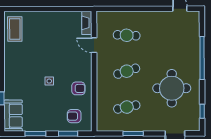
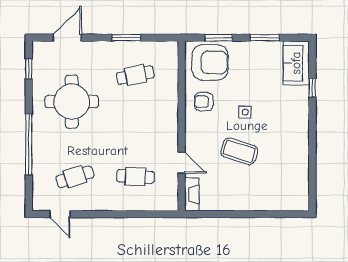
coffee table: (15, 29) -> (239, 151), moved, turned -72
cafe table: (127, 71) -> (75, 177), moved
armchair: (74, 116) -> (210, 62), width x1.88, depth x1.88

